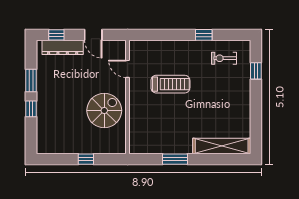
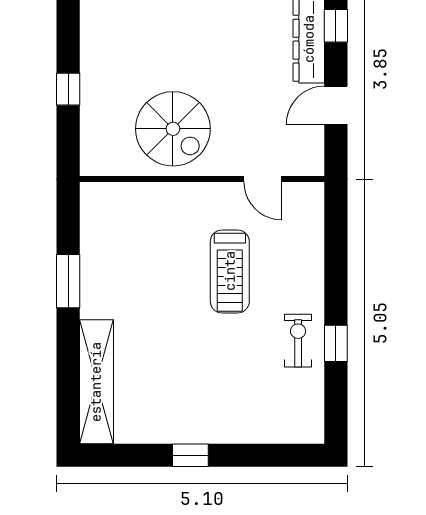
exercise bike: (224, 58) -> (298, 341), moved
door: (128, 69) -> (263, 179), swing flipped
window: (256, 71) -> (190, 455), moved

